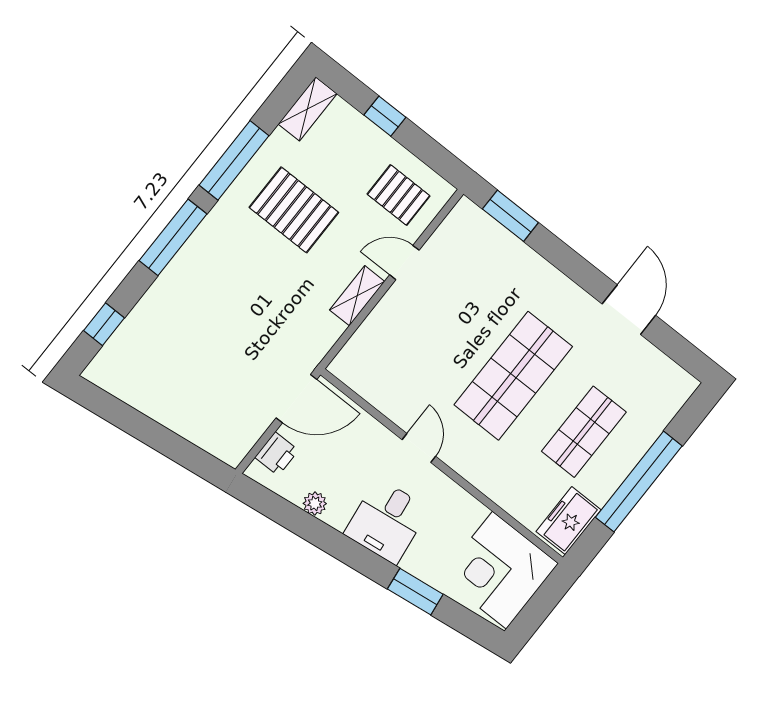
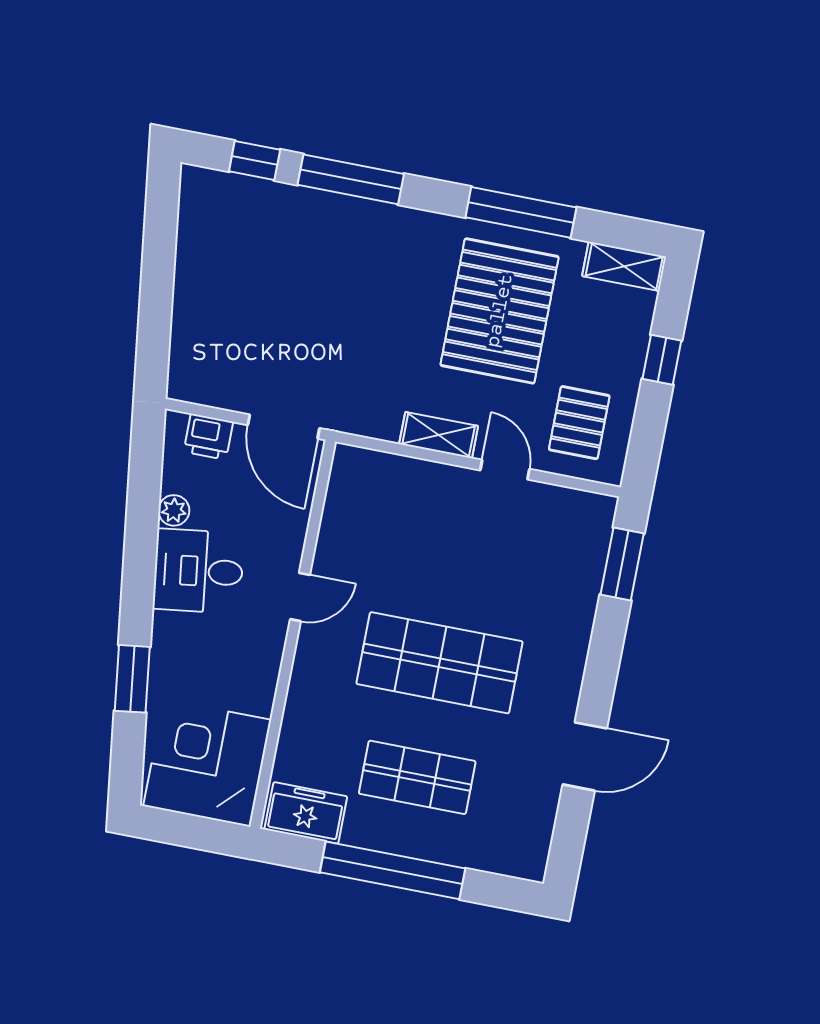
pallet: (294, 210) -> (500, 311), width x1.37, depth x1.41
window: (173, 237) -> (351, 179), moved
desk: (387, 521) -> (198, 571), moved

